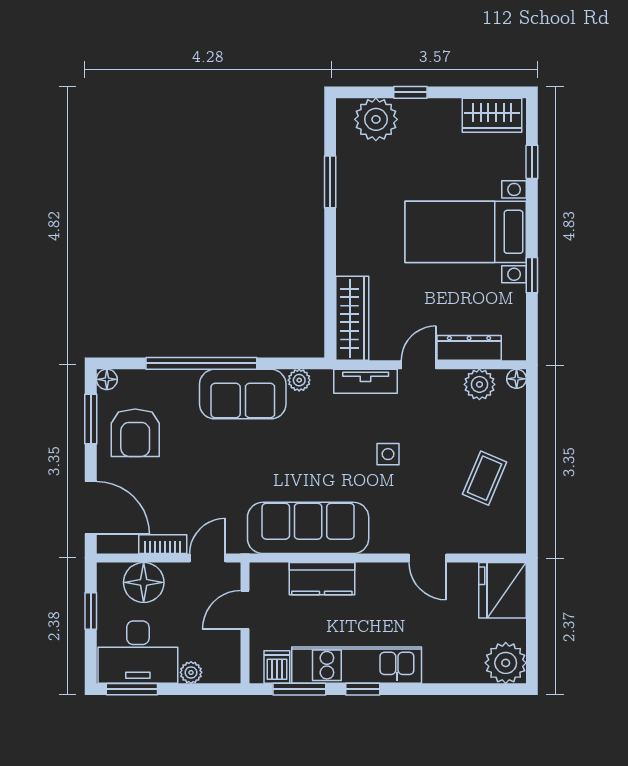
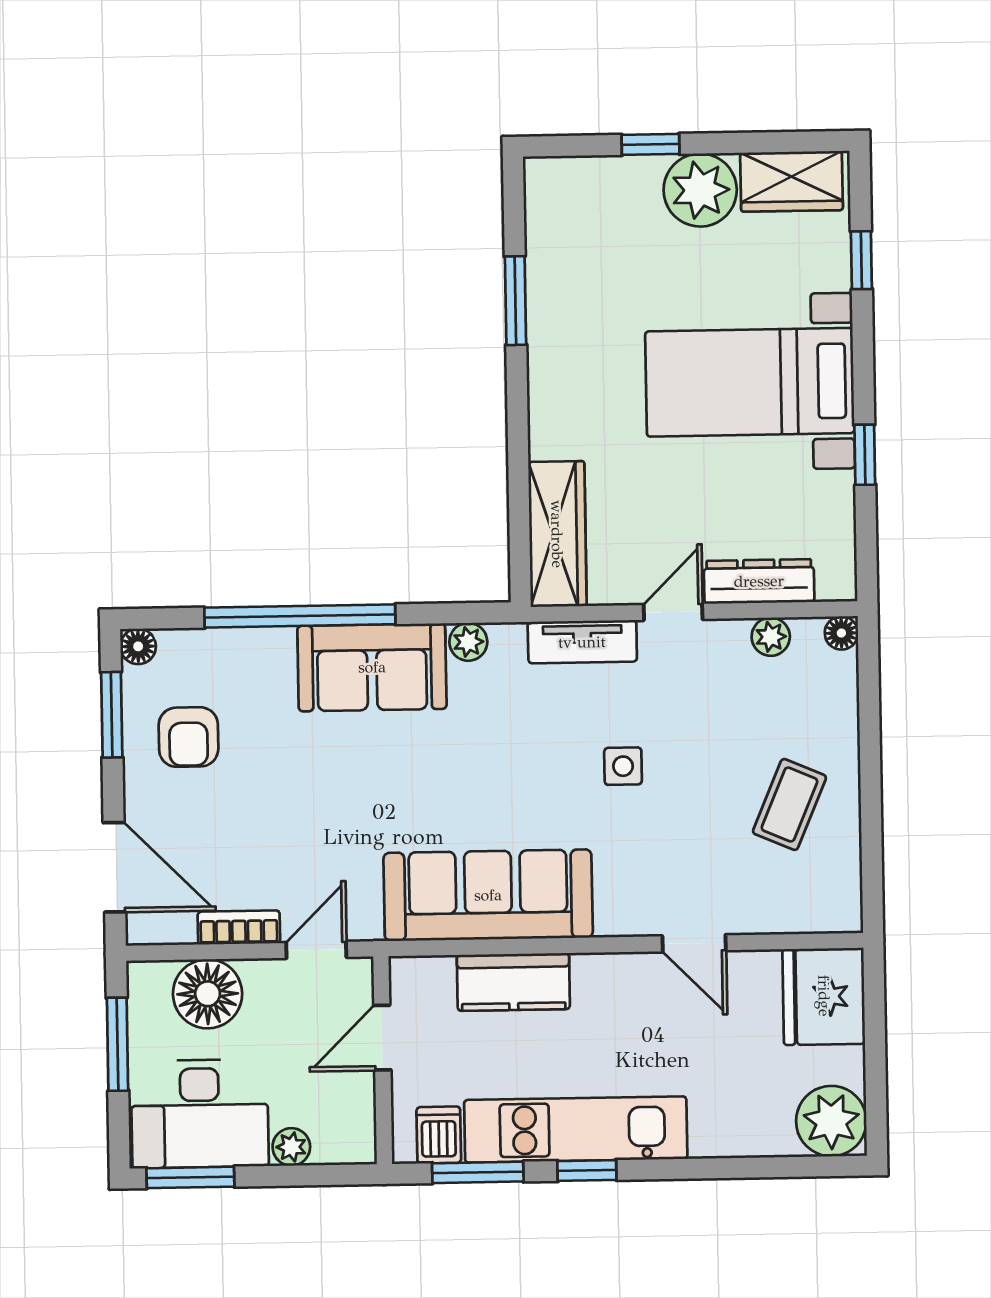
plant: (376, 119) -> (700, 190), moved
plant: (479, 384) -> (771, 637), width x0.73, depth x0.73
armchair: (135, 433) -> (188, 737), width x0.72, depth x0.72
window: (91, 611) -> (117, 1044), width x1.50

